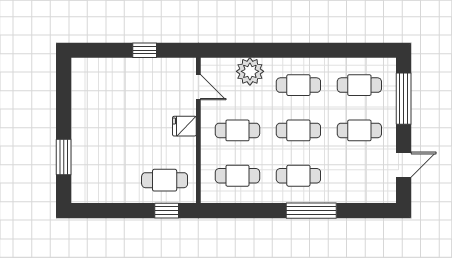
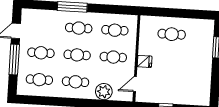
door: (198, 87) -> (135, 84), hinge flipped
window: (404, 99) -> (14, 59), moved
cafe table: (165, 180) -> (172, 34), moved
window: (167, 211) -> (158, 12), removed

